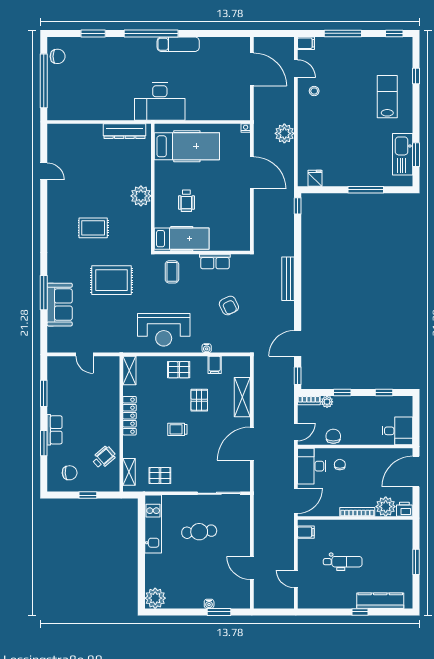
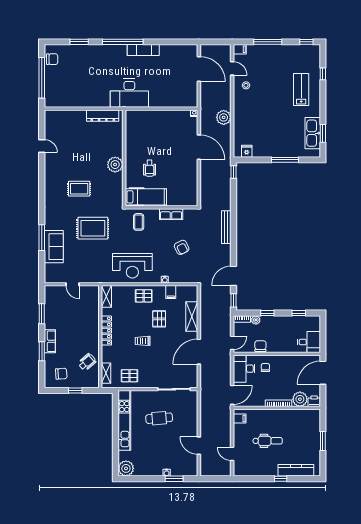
hospital bed: (187, 146) -> (150, 127), removed
kitchen unit: (153, 524) -> (124, 420), width x1.36

